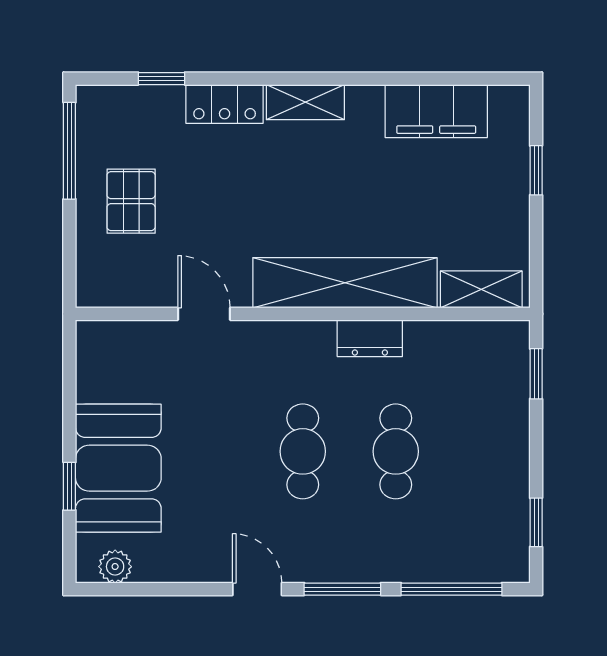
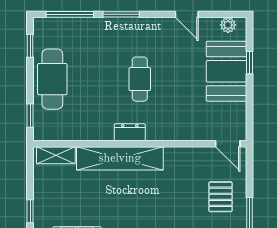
door: (204, 314) -> (228, 144), moved
dresser: (370, 338) -> (130, 132), moved
cafe table: (396, 451) -> (52, 79), moved, width x1.37, depth x1.35
door: (257, 589) -> (187, 14), moved

